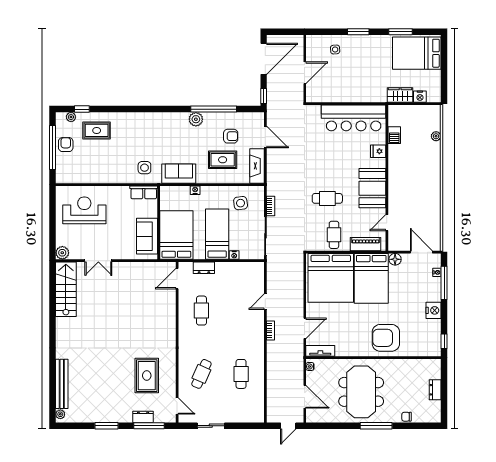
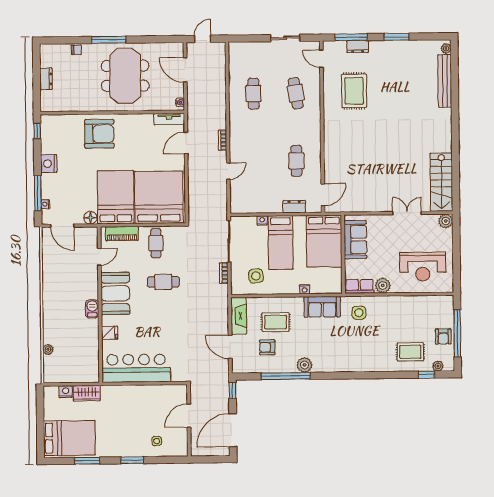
barbecue: (394, 135) -> (92, 309), moved
plant: (122, 193) -> (383, 286), added
cafe table: (201, 374) -> (296, 93), turned -33

